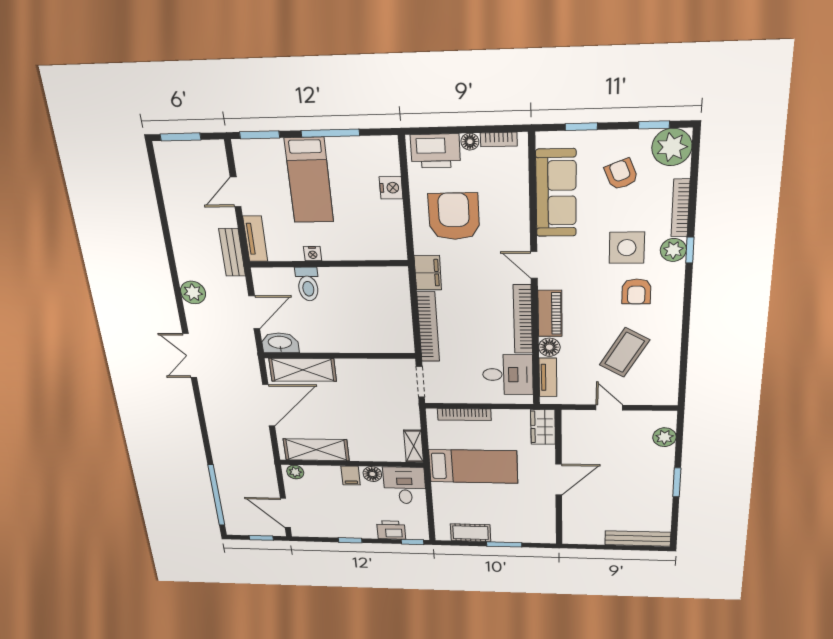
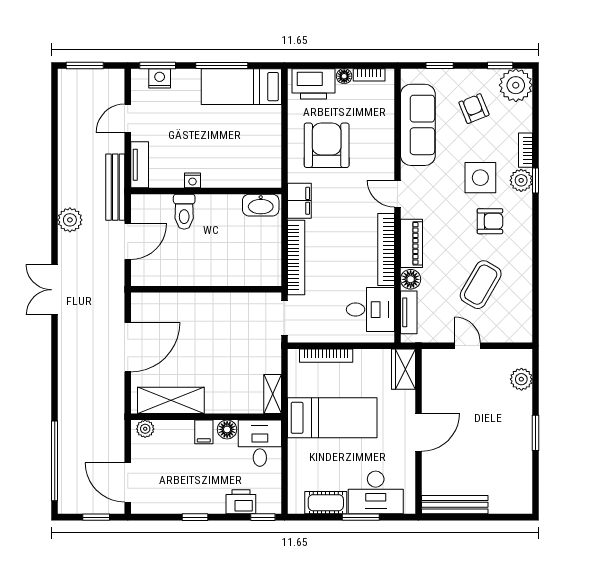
bed: (309, 180) -> (241, 87), moved, turned 90
nightstand: (391, 188) -> (160, 78), moved, turned -90
bookcase: (680, 208) -> (525, 150), width x0.64
bench: (232, 252) -> (115, 187), width x1.36
armchair: (636, 291) -> (490, 221), turned -90
washbasin: (280, 343) -> (261, 205), moved, turned 180
shelving: (303, 370) -> (168, 305), removed
desk: (518, 526) -> (376, 492), added
bench: (638, 539) -> (455, 505), moved

